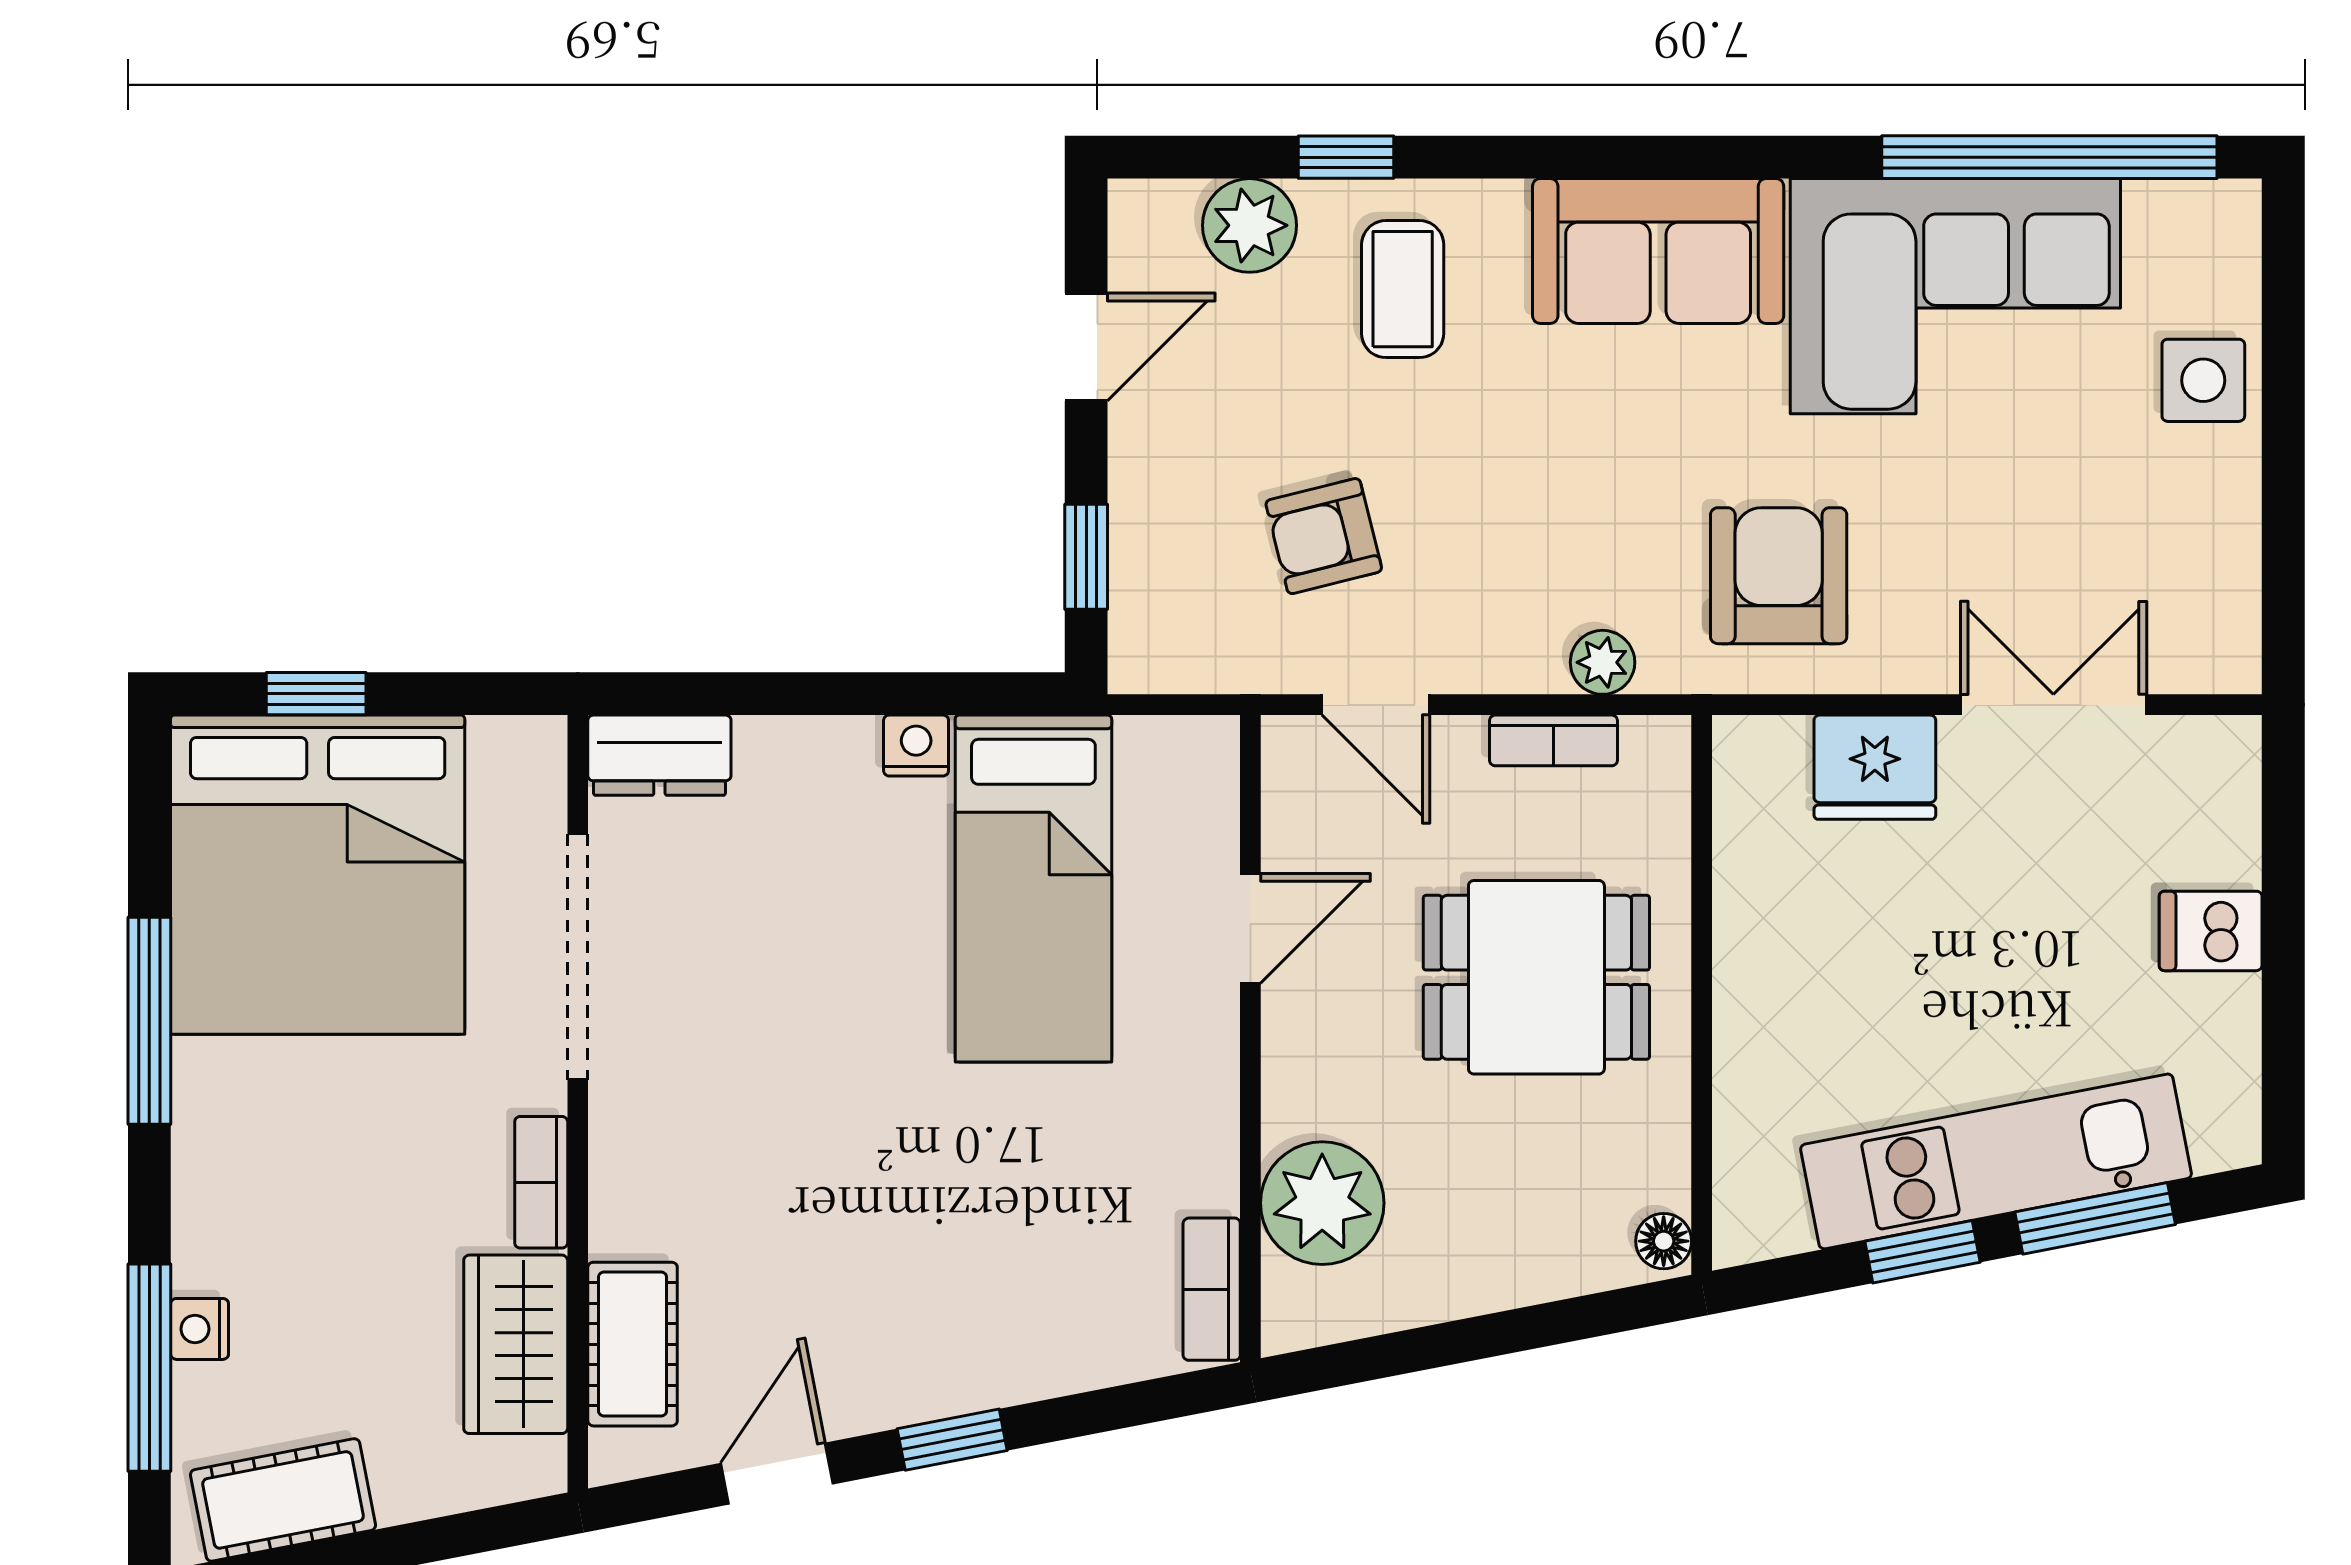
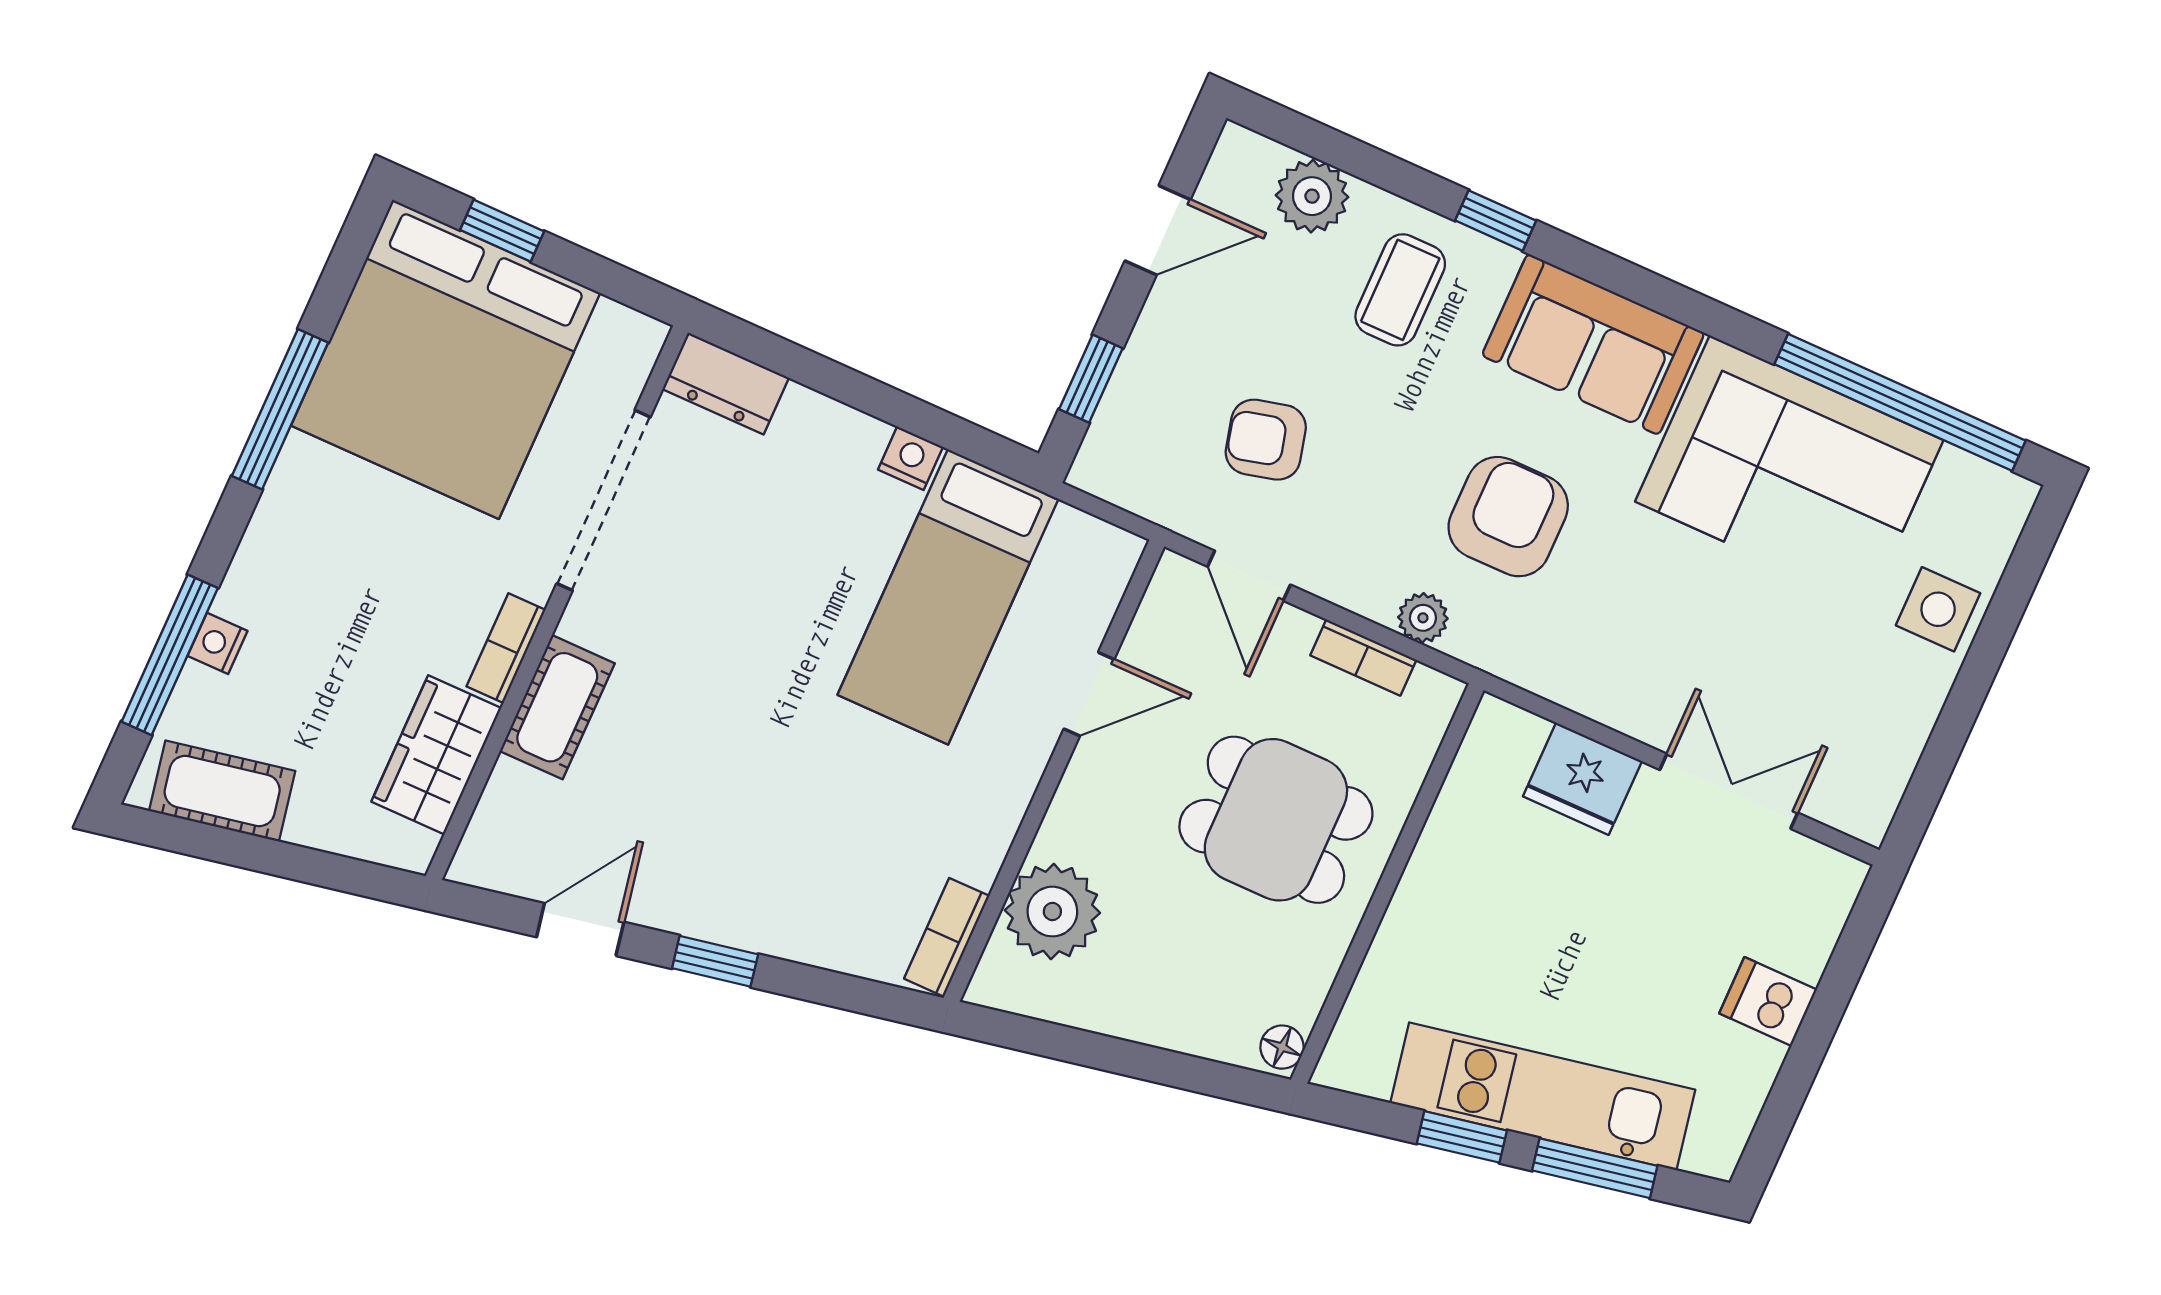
window: (1346, 157) -> (1496, 221), moved
armchair: (1779, 576) -> (1508, 517), moved
cot: (633, 1344) -> (557, 707), moved

